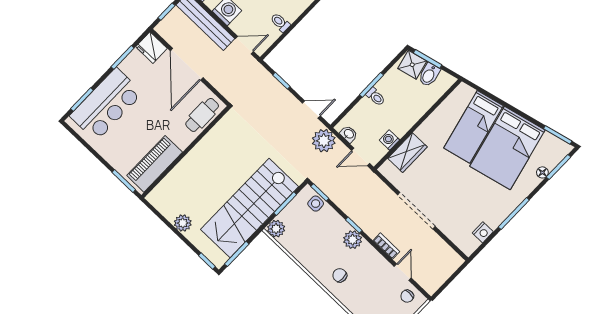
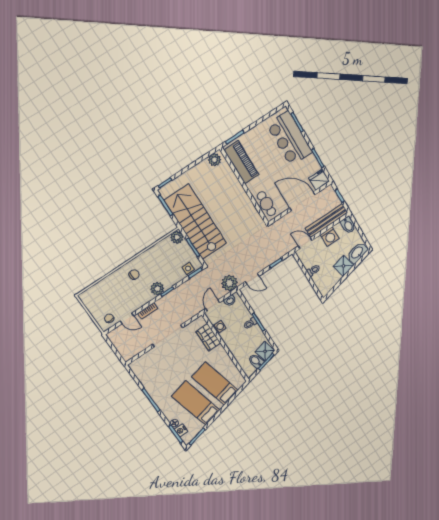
door: (244, 45) -> (305, 243), swing flipped
door: (311, 110) -> (252, 279), hinge flipped
bed: (507, 148) -> (196, 403), width x0.67
plant: (183, 223) -> (215, 160), moved
nightstand: (483, 232) -> (181, 430), moved

